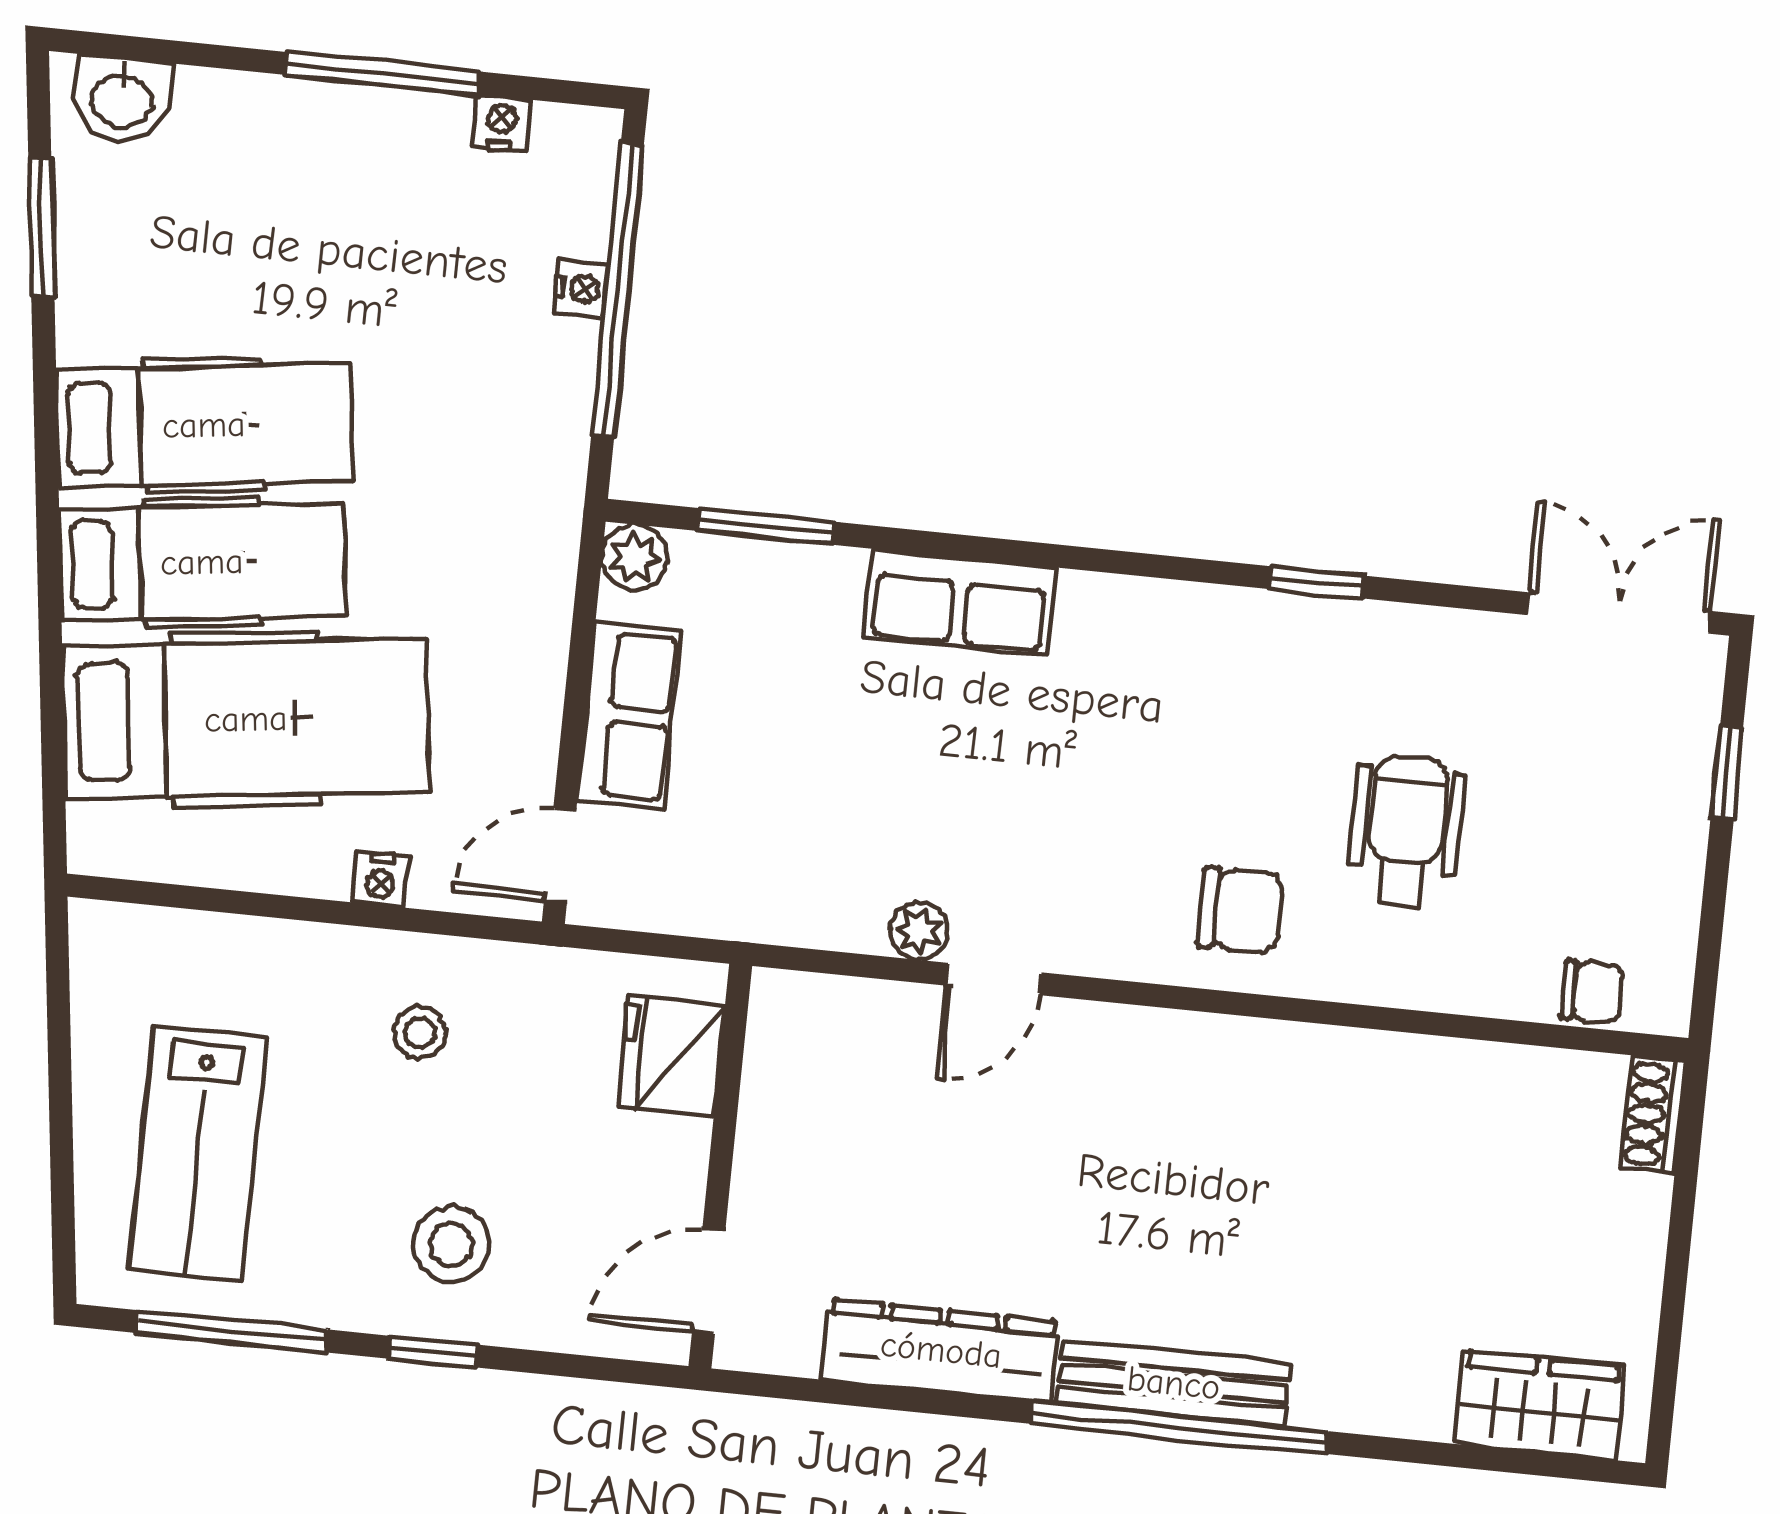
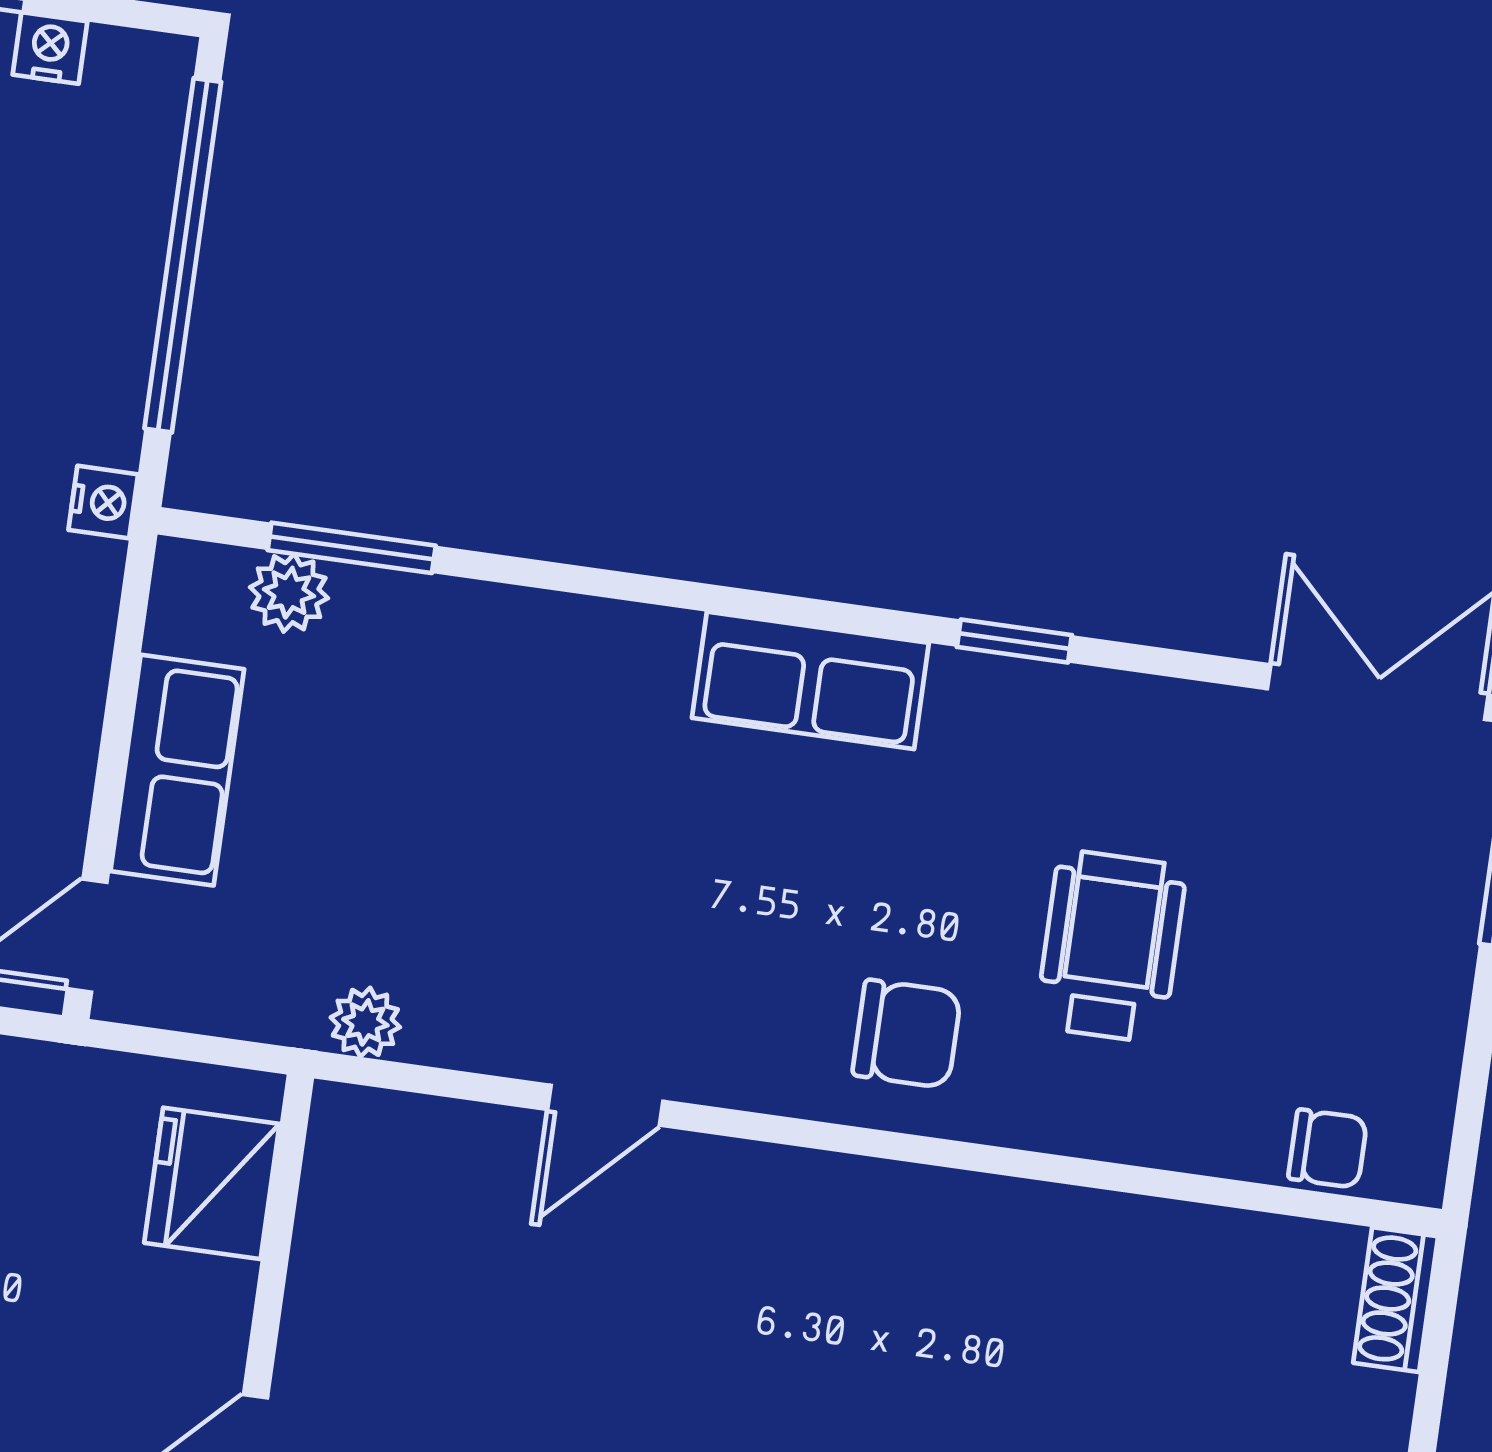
nightstand: (581, 288) -> (103, 502), moved
plant: (635, 557) -> (289, 593), moved
row of seats: (960, 602) -> (810, 680), moved
plant: (919, 931) -> (365, 1022), moved

